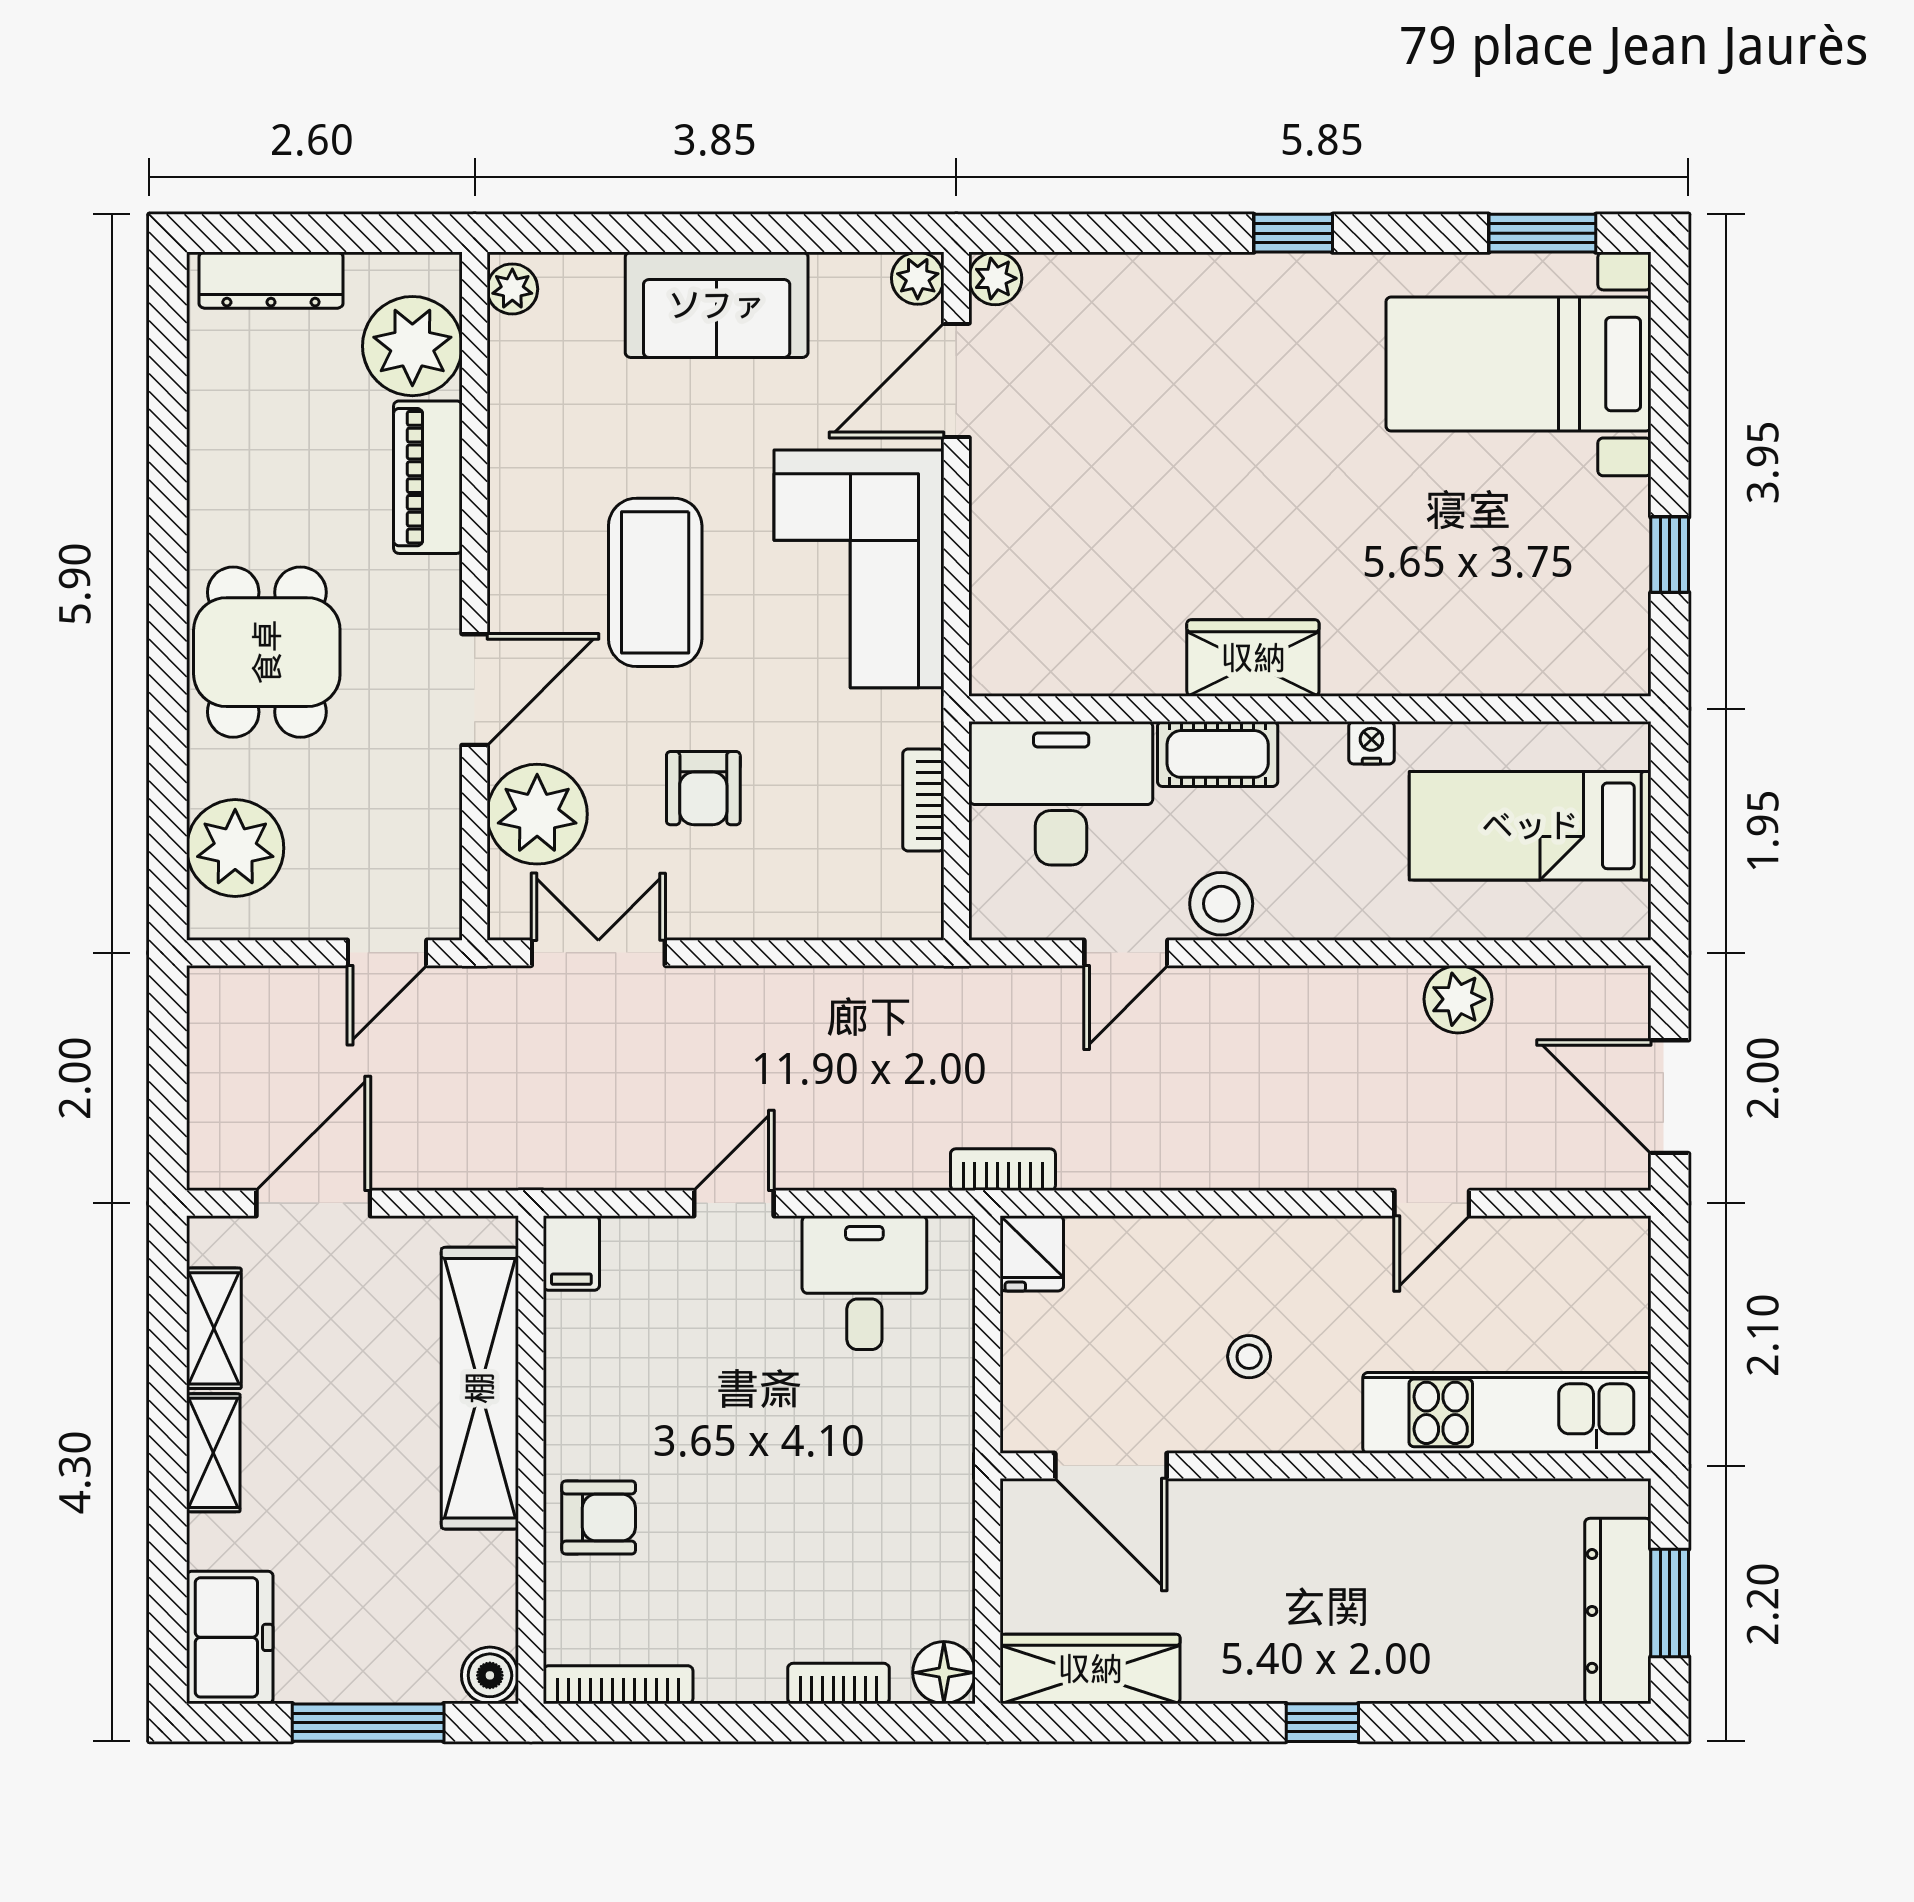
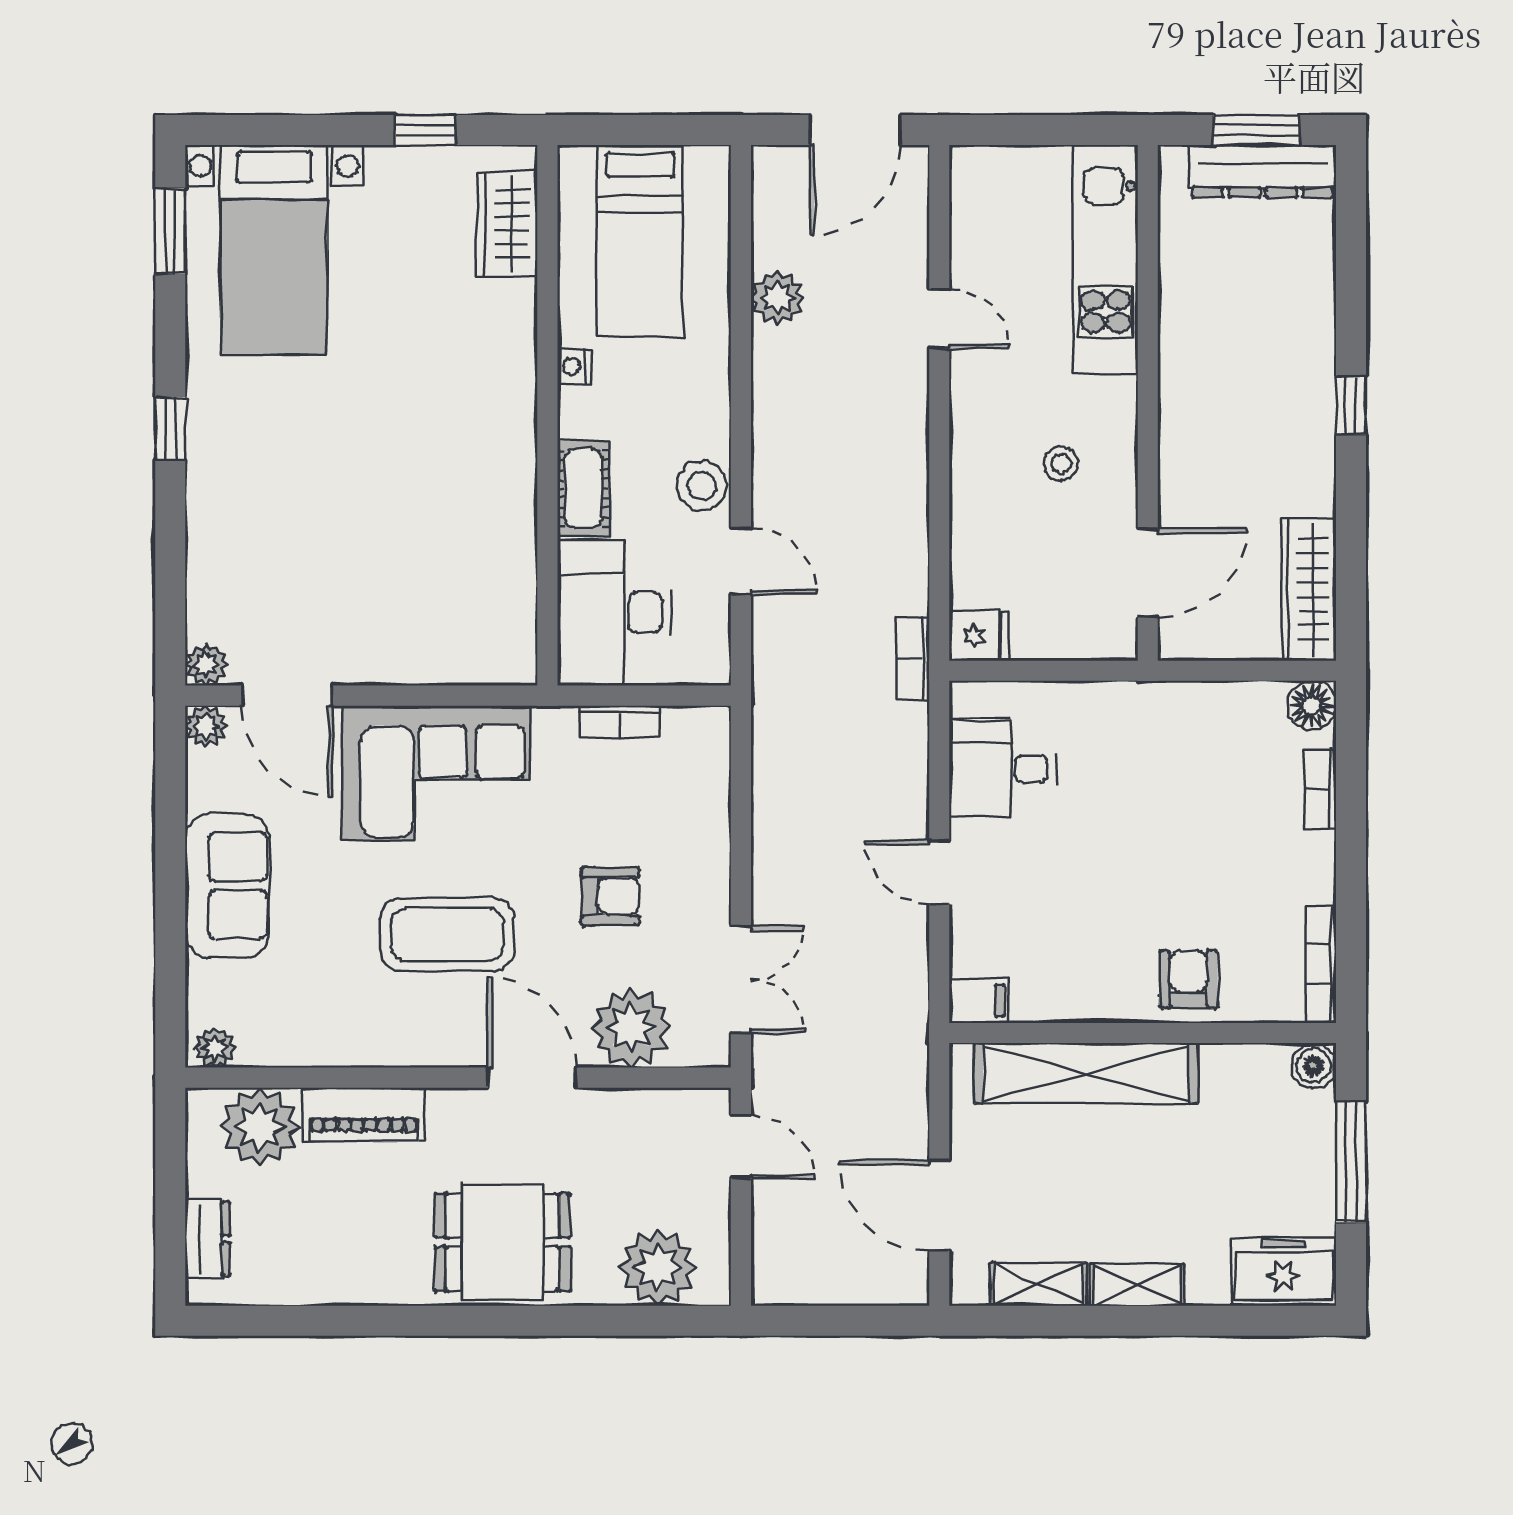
dresser: (271, 280) -> (208, 1239), width x0.70
wardrobe: (1253, 658) -> (507, 224), moved
double door: (598, 953) -> (741, 979), swing flipped

